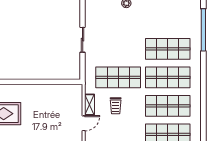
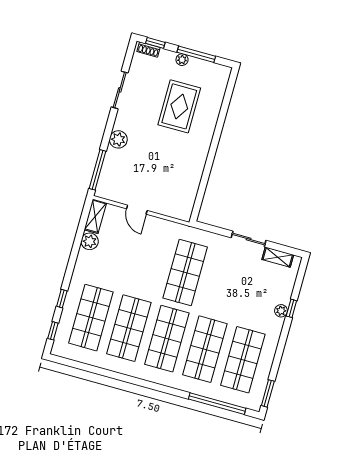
shop shelf: (168, 20) -> (243, 360), added
shelving: (90, 105) -> (278, 257), moved
trolley: (116, 106) -> (148, 259), removed

